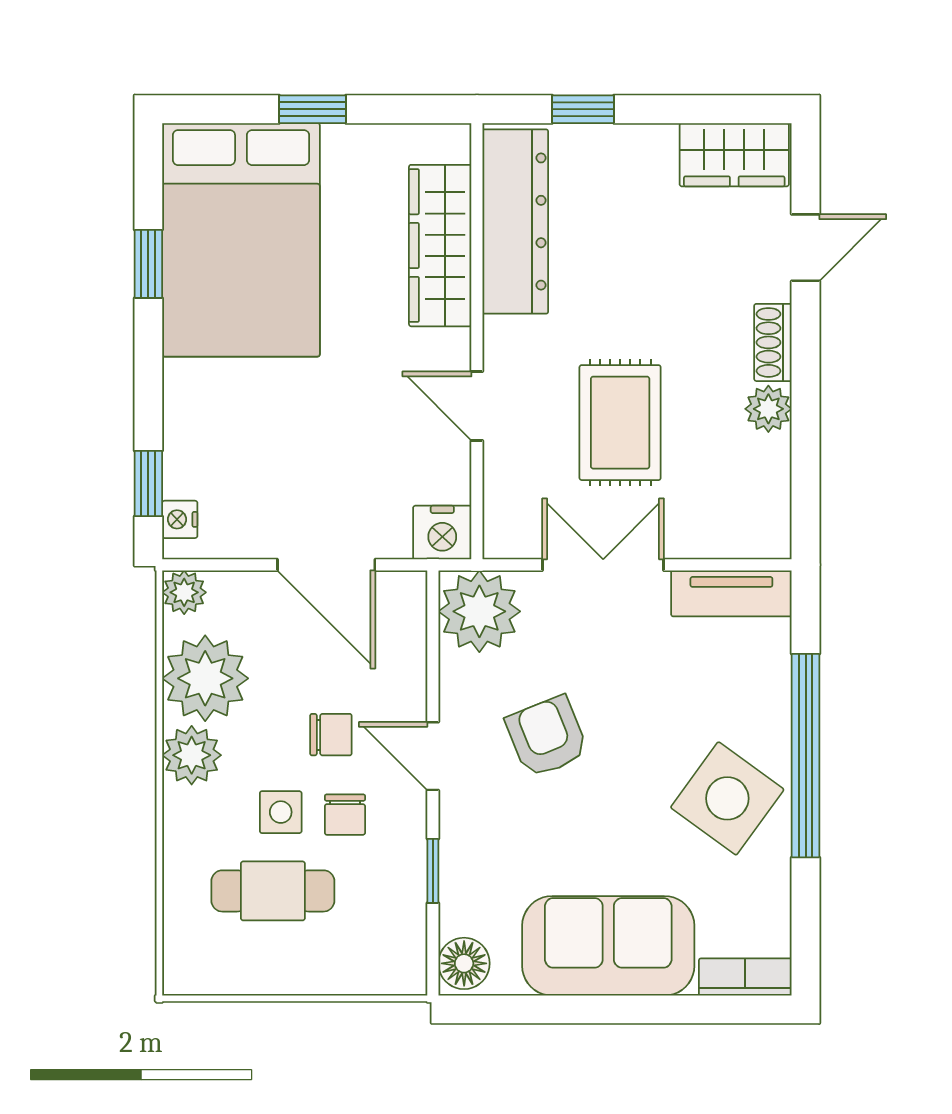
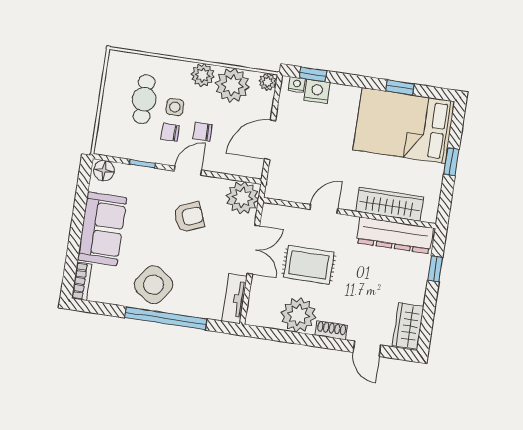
plant: (768, 409) -> (298, 315), width x1.88, depth x1.88
nightstand: (442, 532) -> (317, 91), moved, turned 90
chair: (331, 735) -> (203, 132), turned 90

